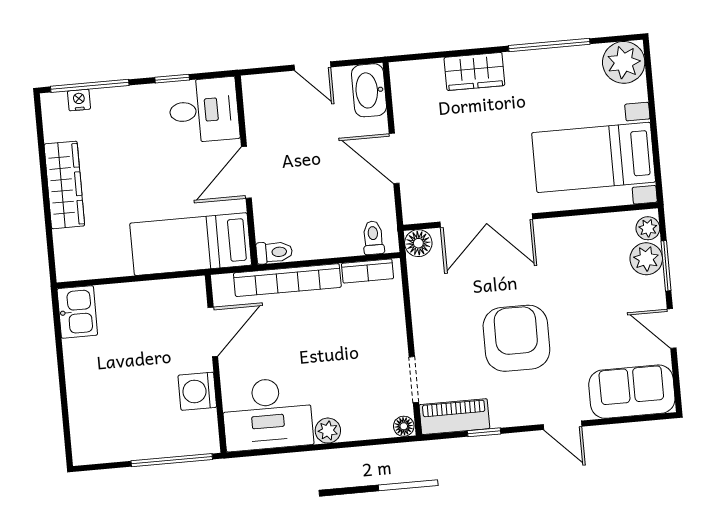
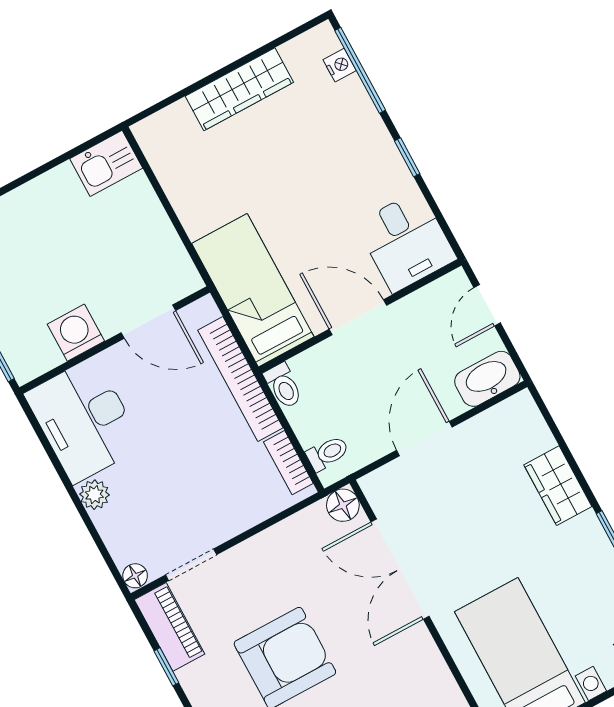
desk: (204, 110) -> (406, 241), moved
wall: (246, 170) -> (360, 316), moved
door: (246, 172) -> (358, 317), moved
bed: (191, 244) -> (253, 290), moved
toilet: (274, 252) -> (283, 386), moved

